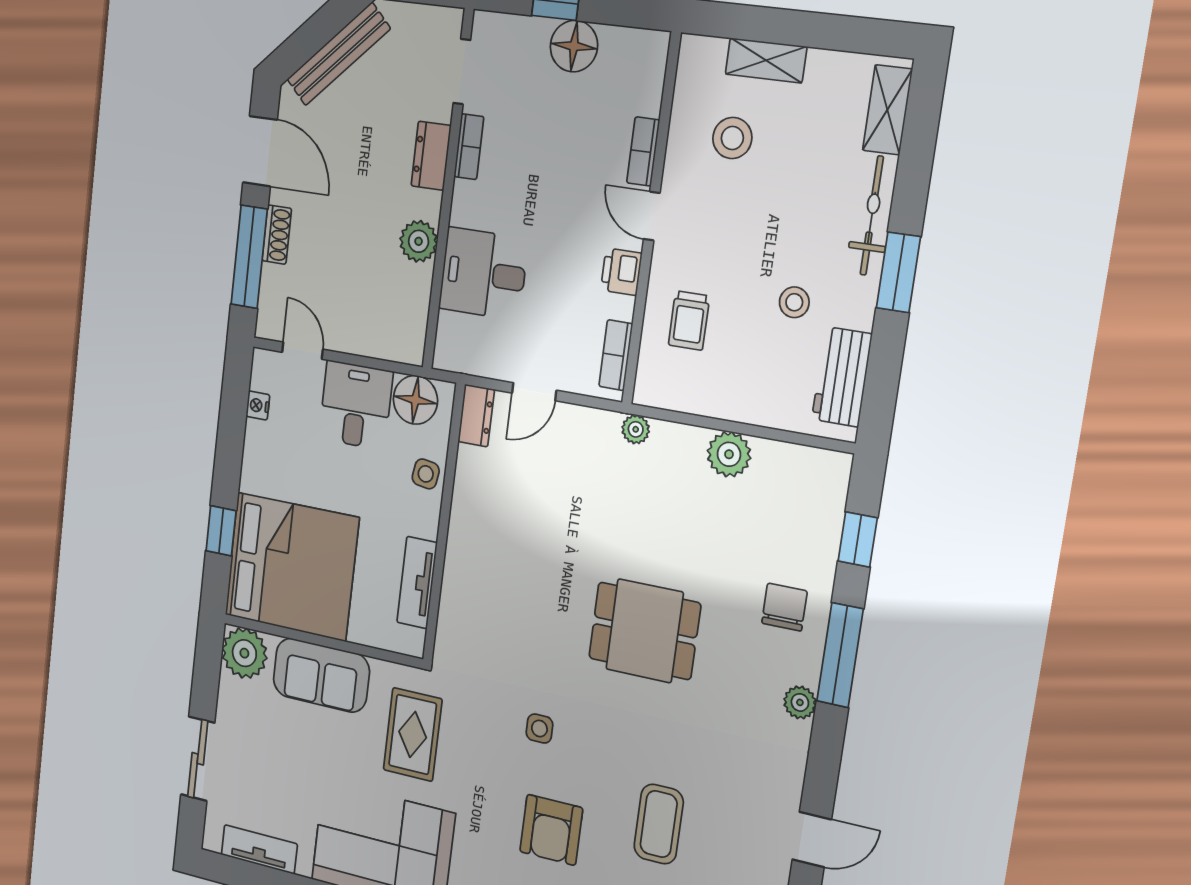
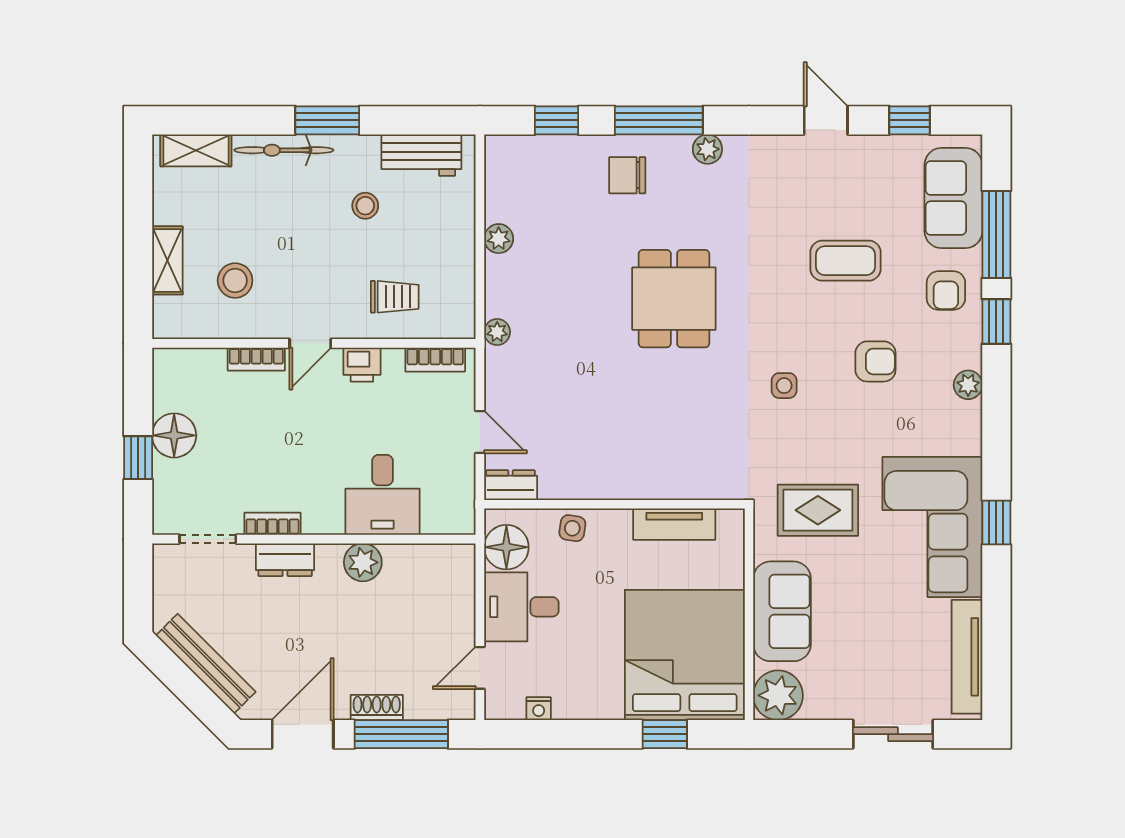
plant: (729, 454) -> (499, 239), width x0.73, depth x0.73
armchair: (551, 830) -> (875, 361), width x0.72, depth x0.72
tv unit: (259, 849) -> (967, 657), width x1.41

